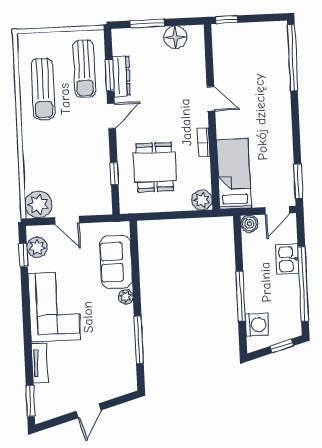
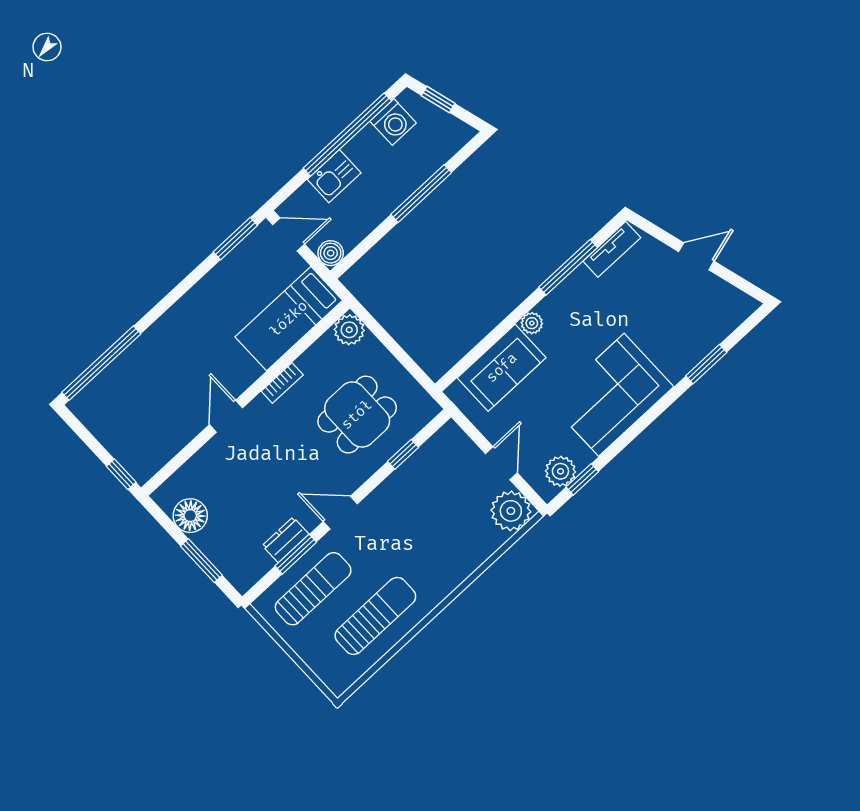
dresser: (121, 76) -> (286, 540), width x0.70
washing machine: (257, 325) -> (393, 122), moved, turned 180
tv unit: (40, 363) -> (612, 249), moved, turned 180
window: (30, 401) -> (706, 364), moved

